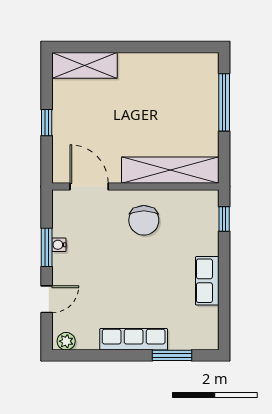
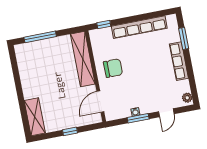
row of seats: (207, 281) -> (139, 27), width x2.02
door: (47, 299) -> (166, 113), swing flipped

